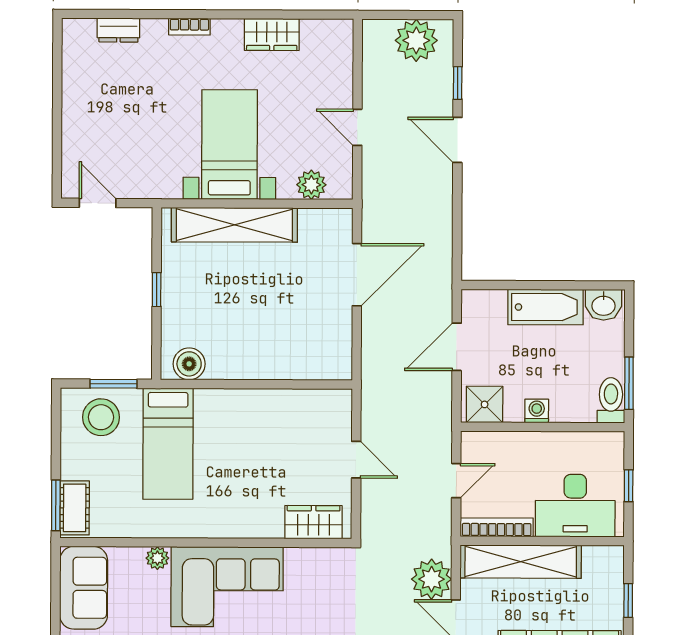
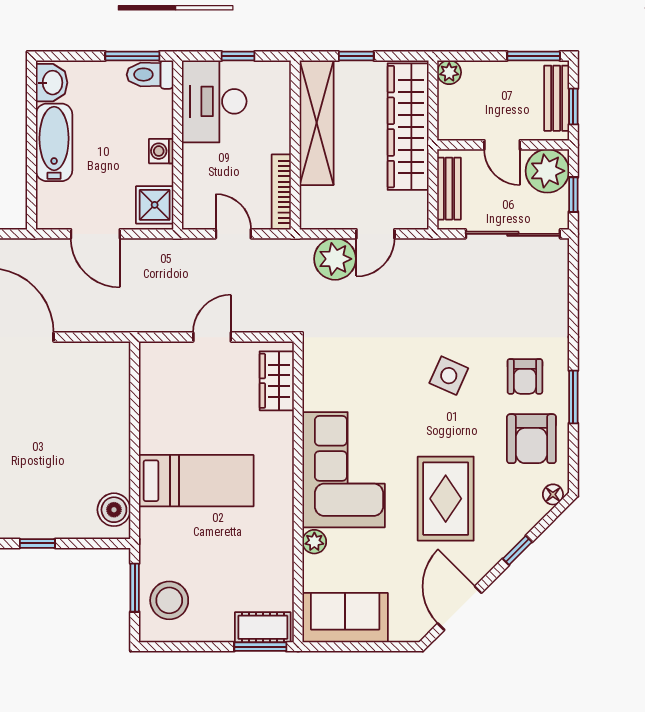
bed: (168, 444) -> (196, 481), moved
desk: (575, 506) -> (214, 101), moved, turned 180
shelving: (521, 562) -> (317, 123), moved

